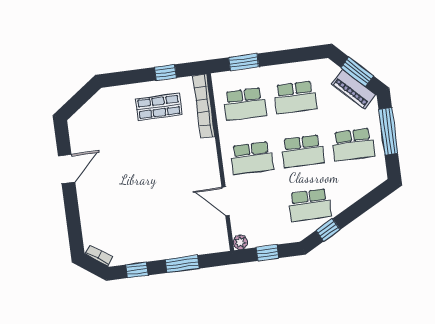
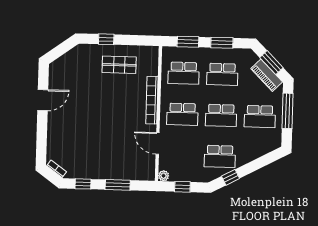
window: (288, 56) -> (222, 43), added
window: (165, 72) -> (106, 39), moved
bookcase: (204, 106) -> (152, 100), moved

